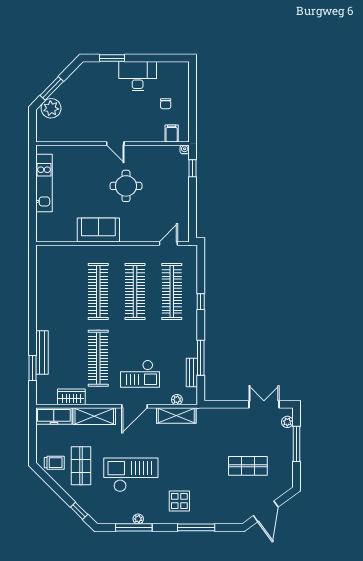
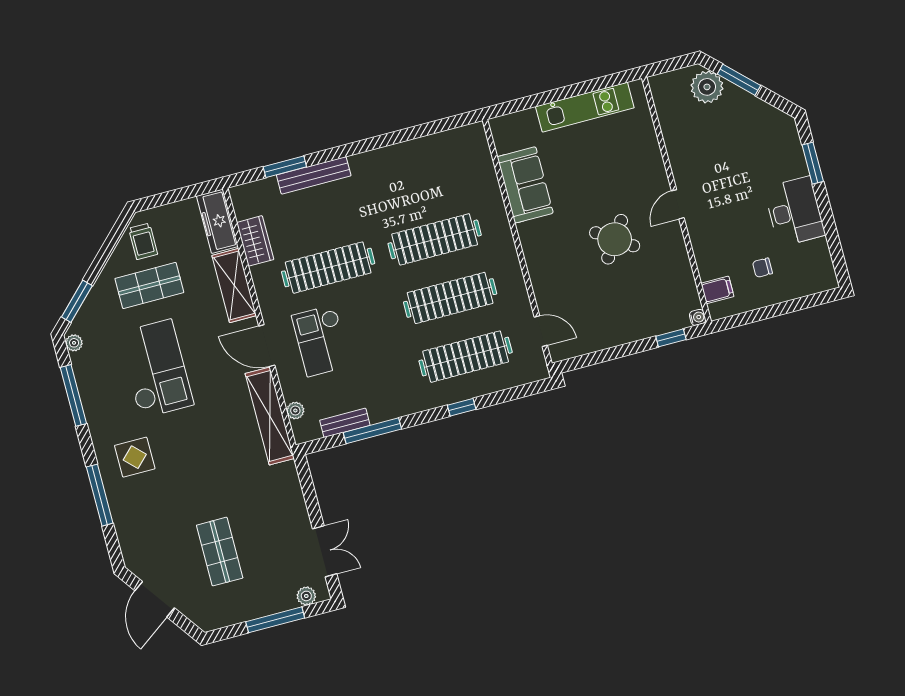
round table: (126, 186) -> (615, 239), turned 34
sofa: (98, 230) -> (525, 185), moved
shelving: (176, 416) -> (270, 416), width x1.47
window: (79, 511) -> (77, 301), width x1.50
door: (266, 511) -> (155, 599), hinge flipped
plant: (138, 519) -> (74, 343), moved

